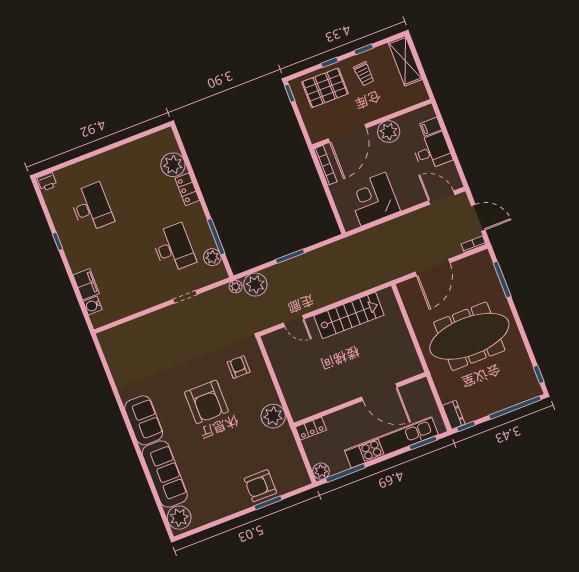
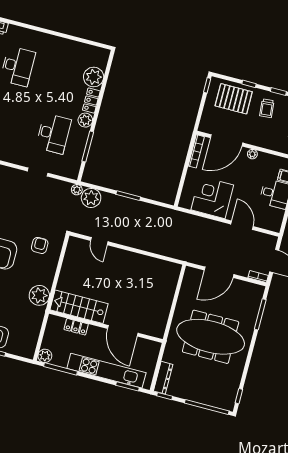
plant: (389, 132) -> (252, 154), width x0.53, depth x0.53
door: (442, 198) -> (242, 225), moved
plant: (212, 257) -> (85, 120), moved
stairs: (349, 315) -> (79, 307), moved, turned 180
dresser: (454, 415) -> (163, 378), width x1.44
locker: (311, 429) -> (76, 327), moved

